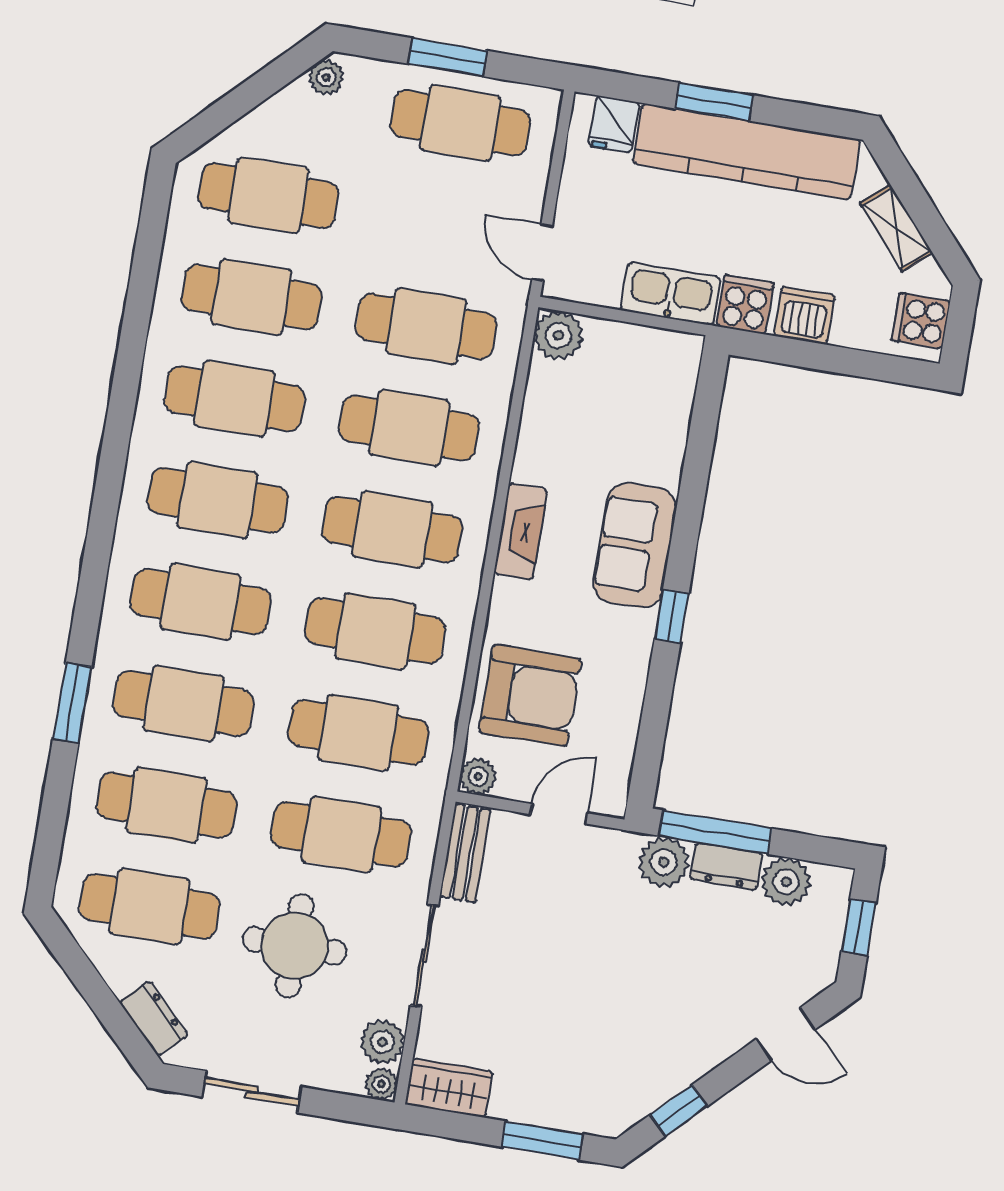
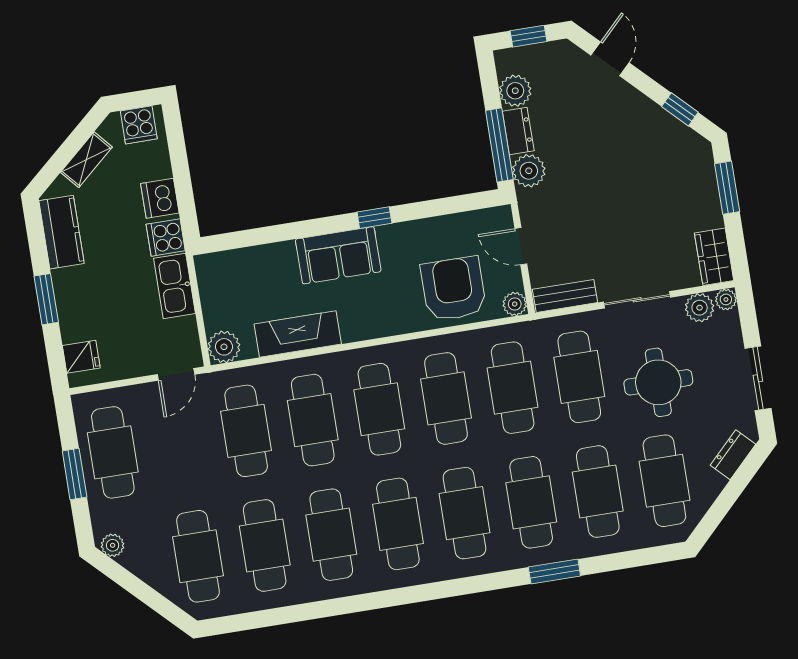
kitchen counter: (747, 152) -> (61, 232), width x0.48, depth x0.86
fireplace: (521, 532) -> (298, 334), moved, width x1.37, depth x1.32

